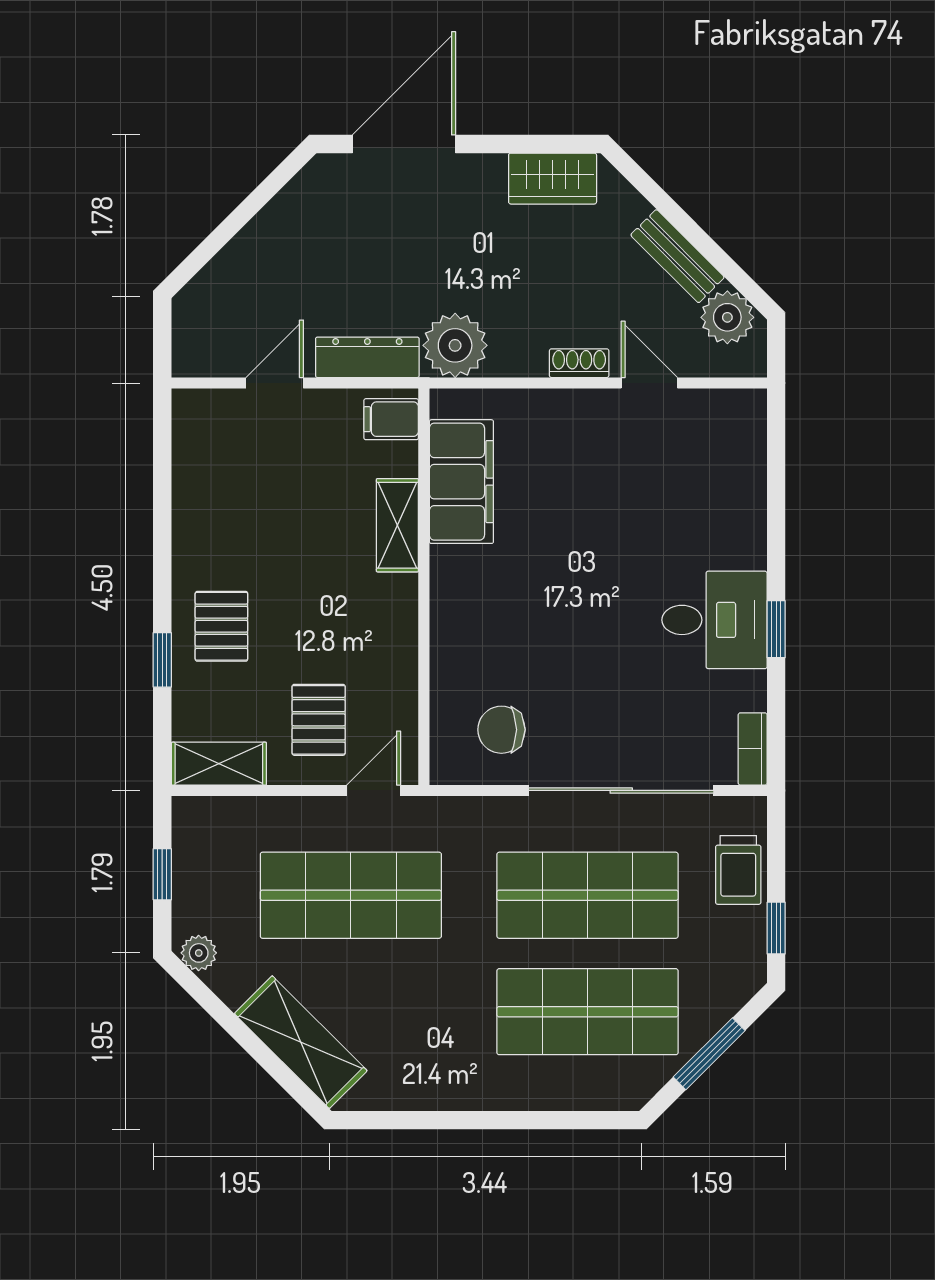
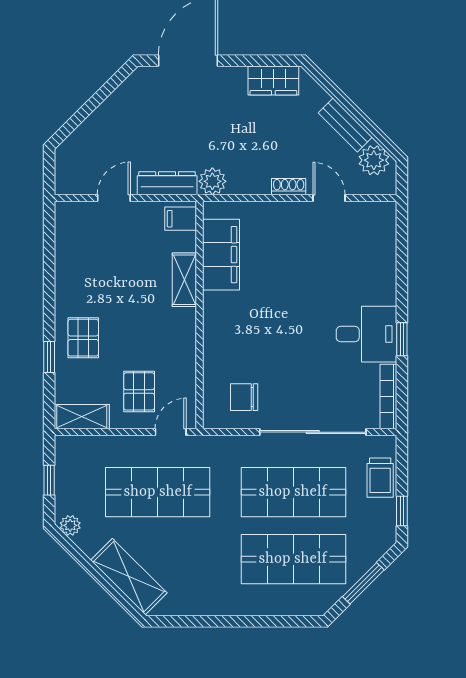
plant: (455, 345) -> (212, 181), width x0.73, depth x0.73
bookcase: (753, 749) -> (388, 397), width x1.56

